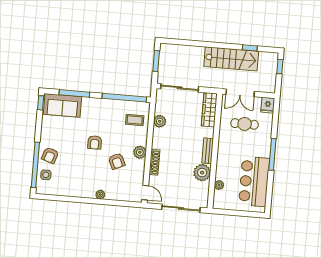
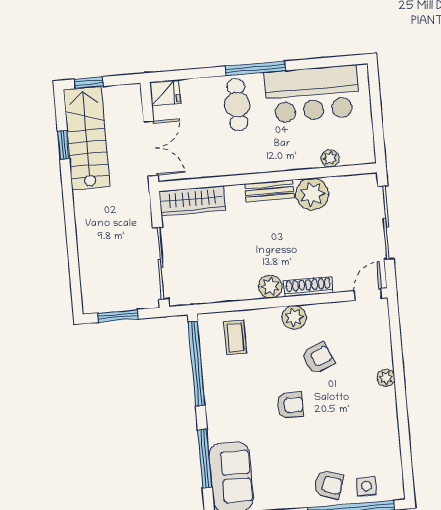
stairs: (231, 59) -> (87, 138), moved
plant: (160, 121) -> (270, 286), moved
cafe table: (245, 124) -> (237, 105), moved

